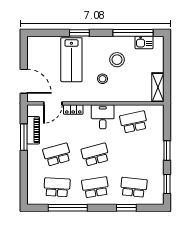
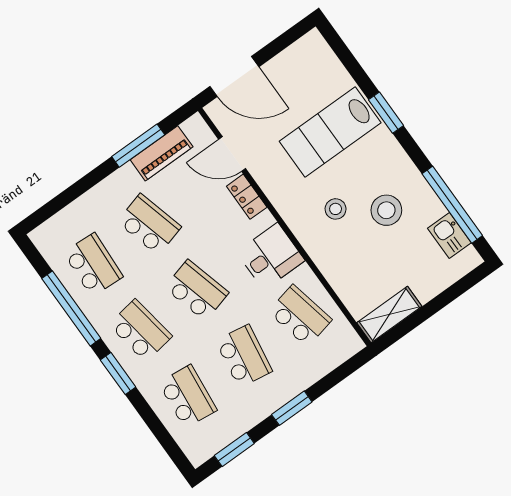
door: (24, 81) -> (234, 77), hinge flipped
school desk: (134, 155) -> (244, 356), added
window: (126, 208) -> (118, 374), moved

